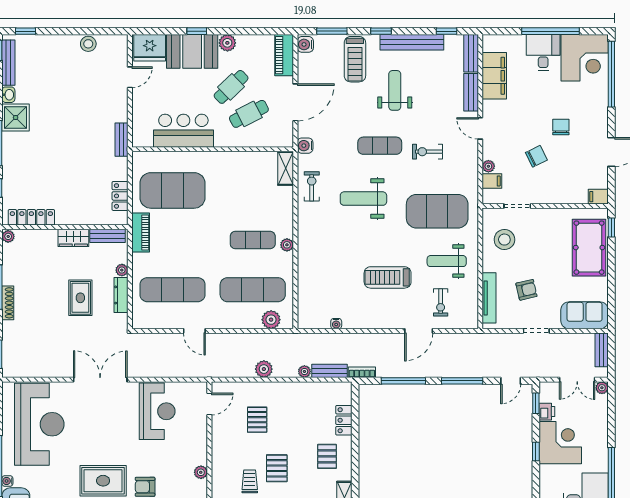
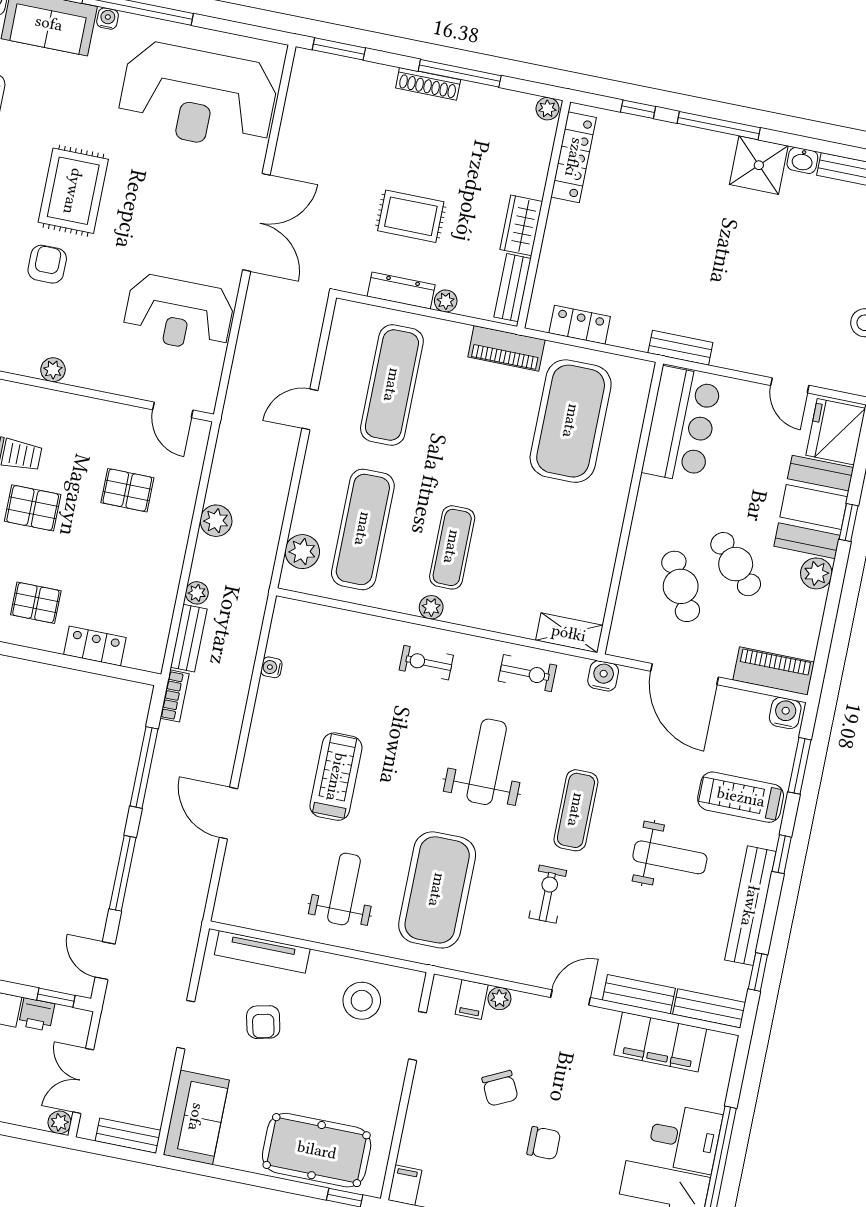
bar counter: (183, 131) -> (682, 425), moved
exercise bike: (441, 302) -> (426, 663), moved

